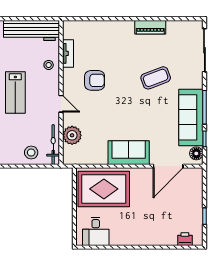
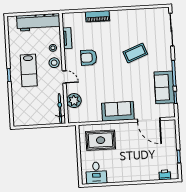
piano: (150, 27) -> (98, 16), moved
armchair: (95, 80) -> (89, 58), turned 180
sofa: (191, 117) -> (164, 87), width x0.73
stool: (31, 153) -> (54, 63), moved
floor lamp: (196, 153) -> (170, 109), removed
door: (168, 166) -> (149, 120), hinge flipped
rug: (104, 189) -> (101, 140), width x0.73, depth x0.69

